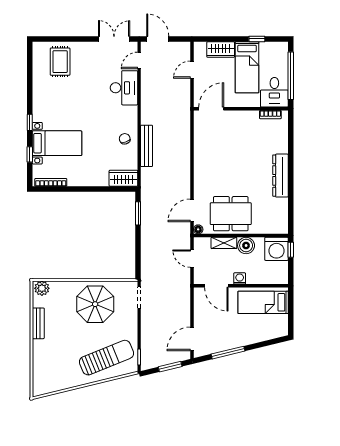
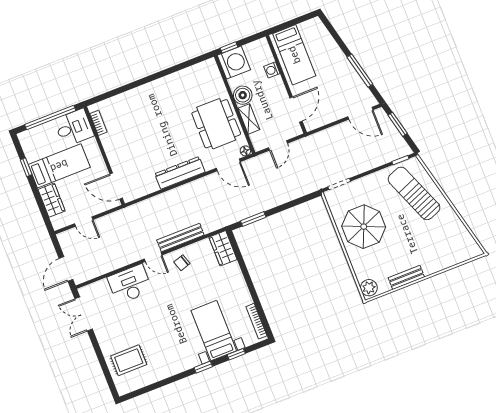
door: (139, 60) -> (153, 257), moved
dresser: (280, 176) -> (180, 173), moved, turned 180
washing machine: (240, 278) -> (272, 70), moved

